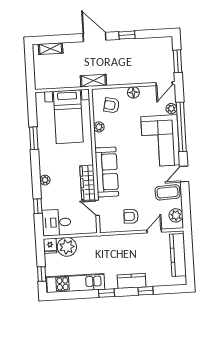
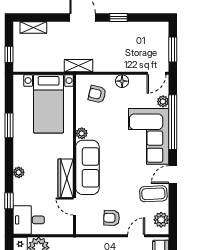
window: (30, 74) -> (9, 54), added
plant: (99, 127) -> (82, 133), moved

